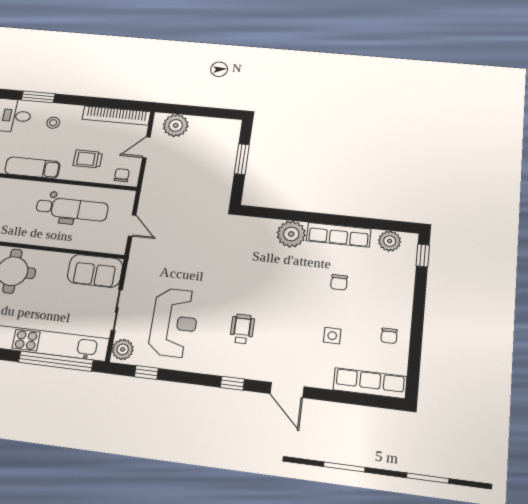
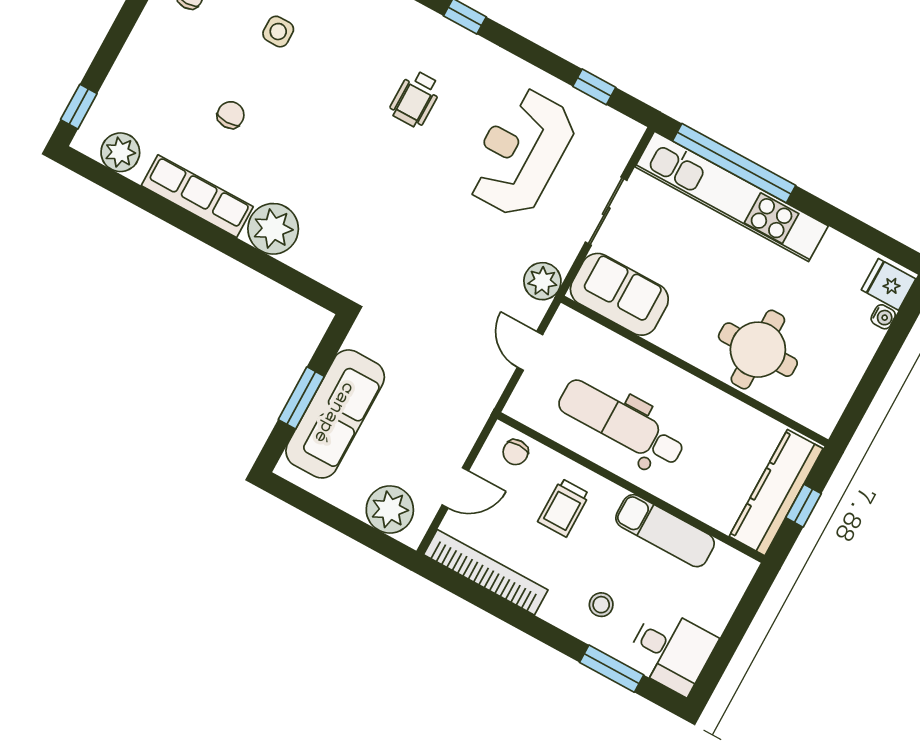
sofa: (221, 158) -> (335, 414), added
trolley: (88, 159) -> (564, 508), turned 90
plant: (123, 349) -> (542, 281), moved

